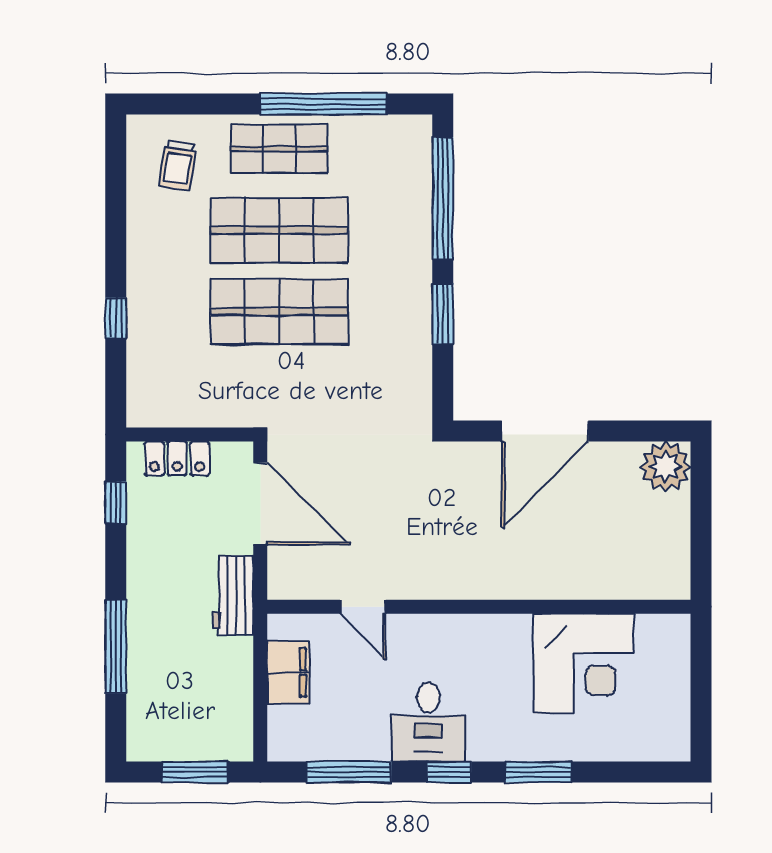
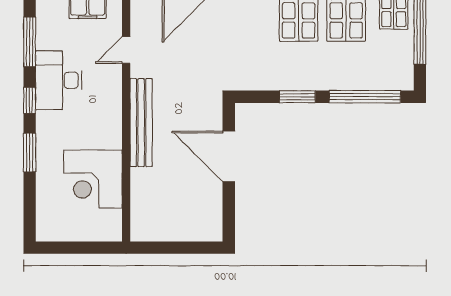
plant: (665, 467) -> (208, 227), removed
bench: (487, 581) -> (141, 123), added
desk: (428, 722) -> (59, 80), width x1.37

